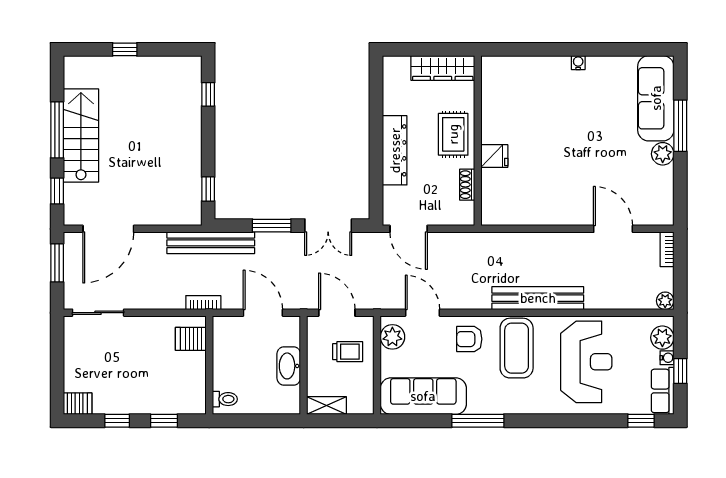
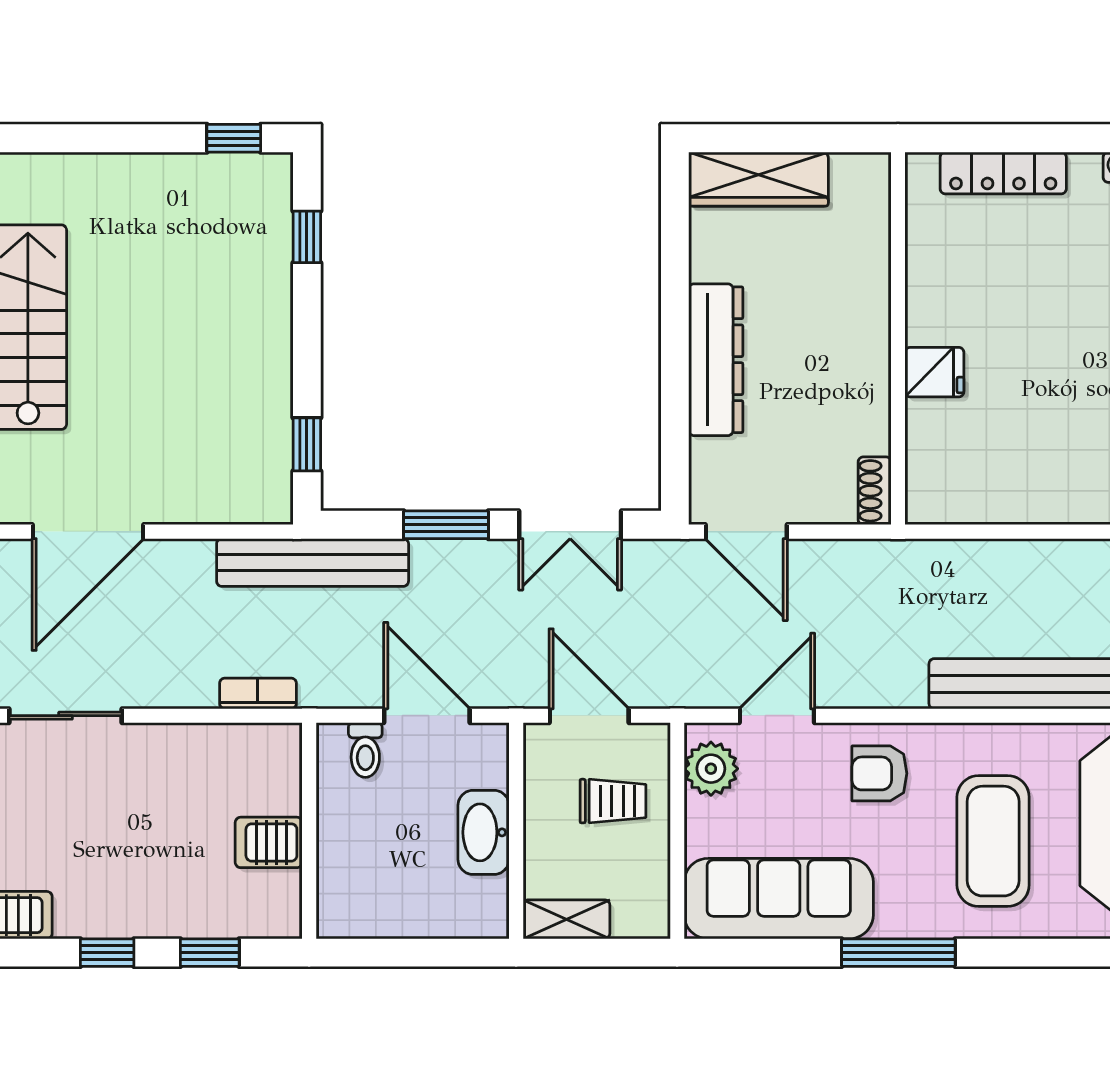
window: (125, 49) -> (234, 138), moved
locker: (526, 65) -> (1003, 173), added
wardrobe: (443, 68) -> (758, 179), moved
rug: (453, 134) -> (844, 325), removed
shoe rack: (467, 185) -> (875, 491), moved
bookcase: (203, 303) -> (258, 693), moved
door: (423, 313) -> (777, 716), hinge flipped
server rack: (191, 339) -> (269, 842), moved
coffee table: (517, 348) -> (993, 841), moved
toilet: (225, 399) -> (365, 750), moved, turned 90

